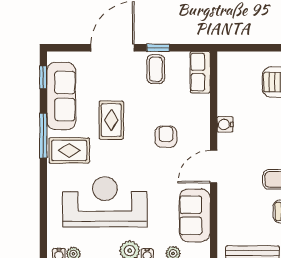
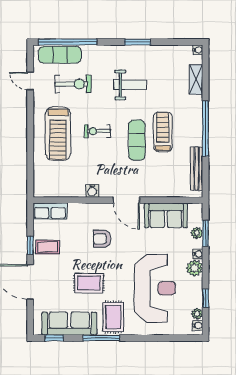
reception desk: (105, 202) -> (155, 288), turned 180

